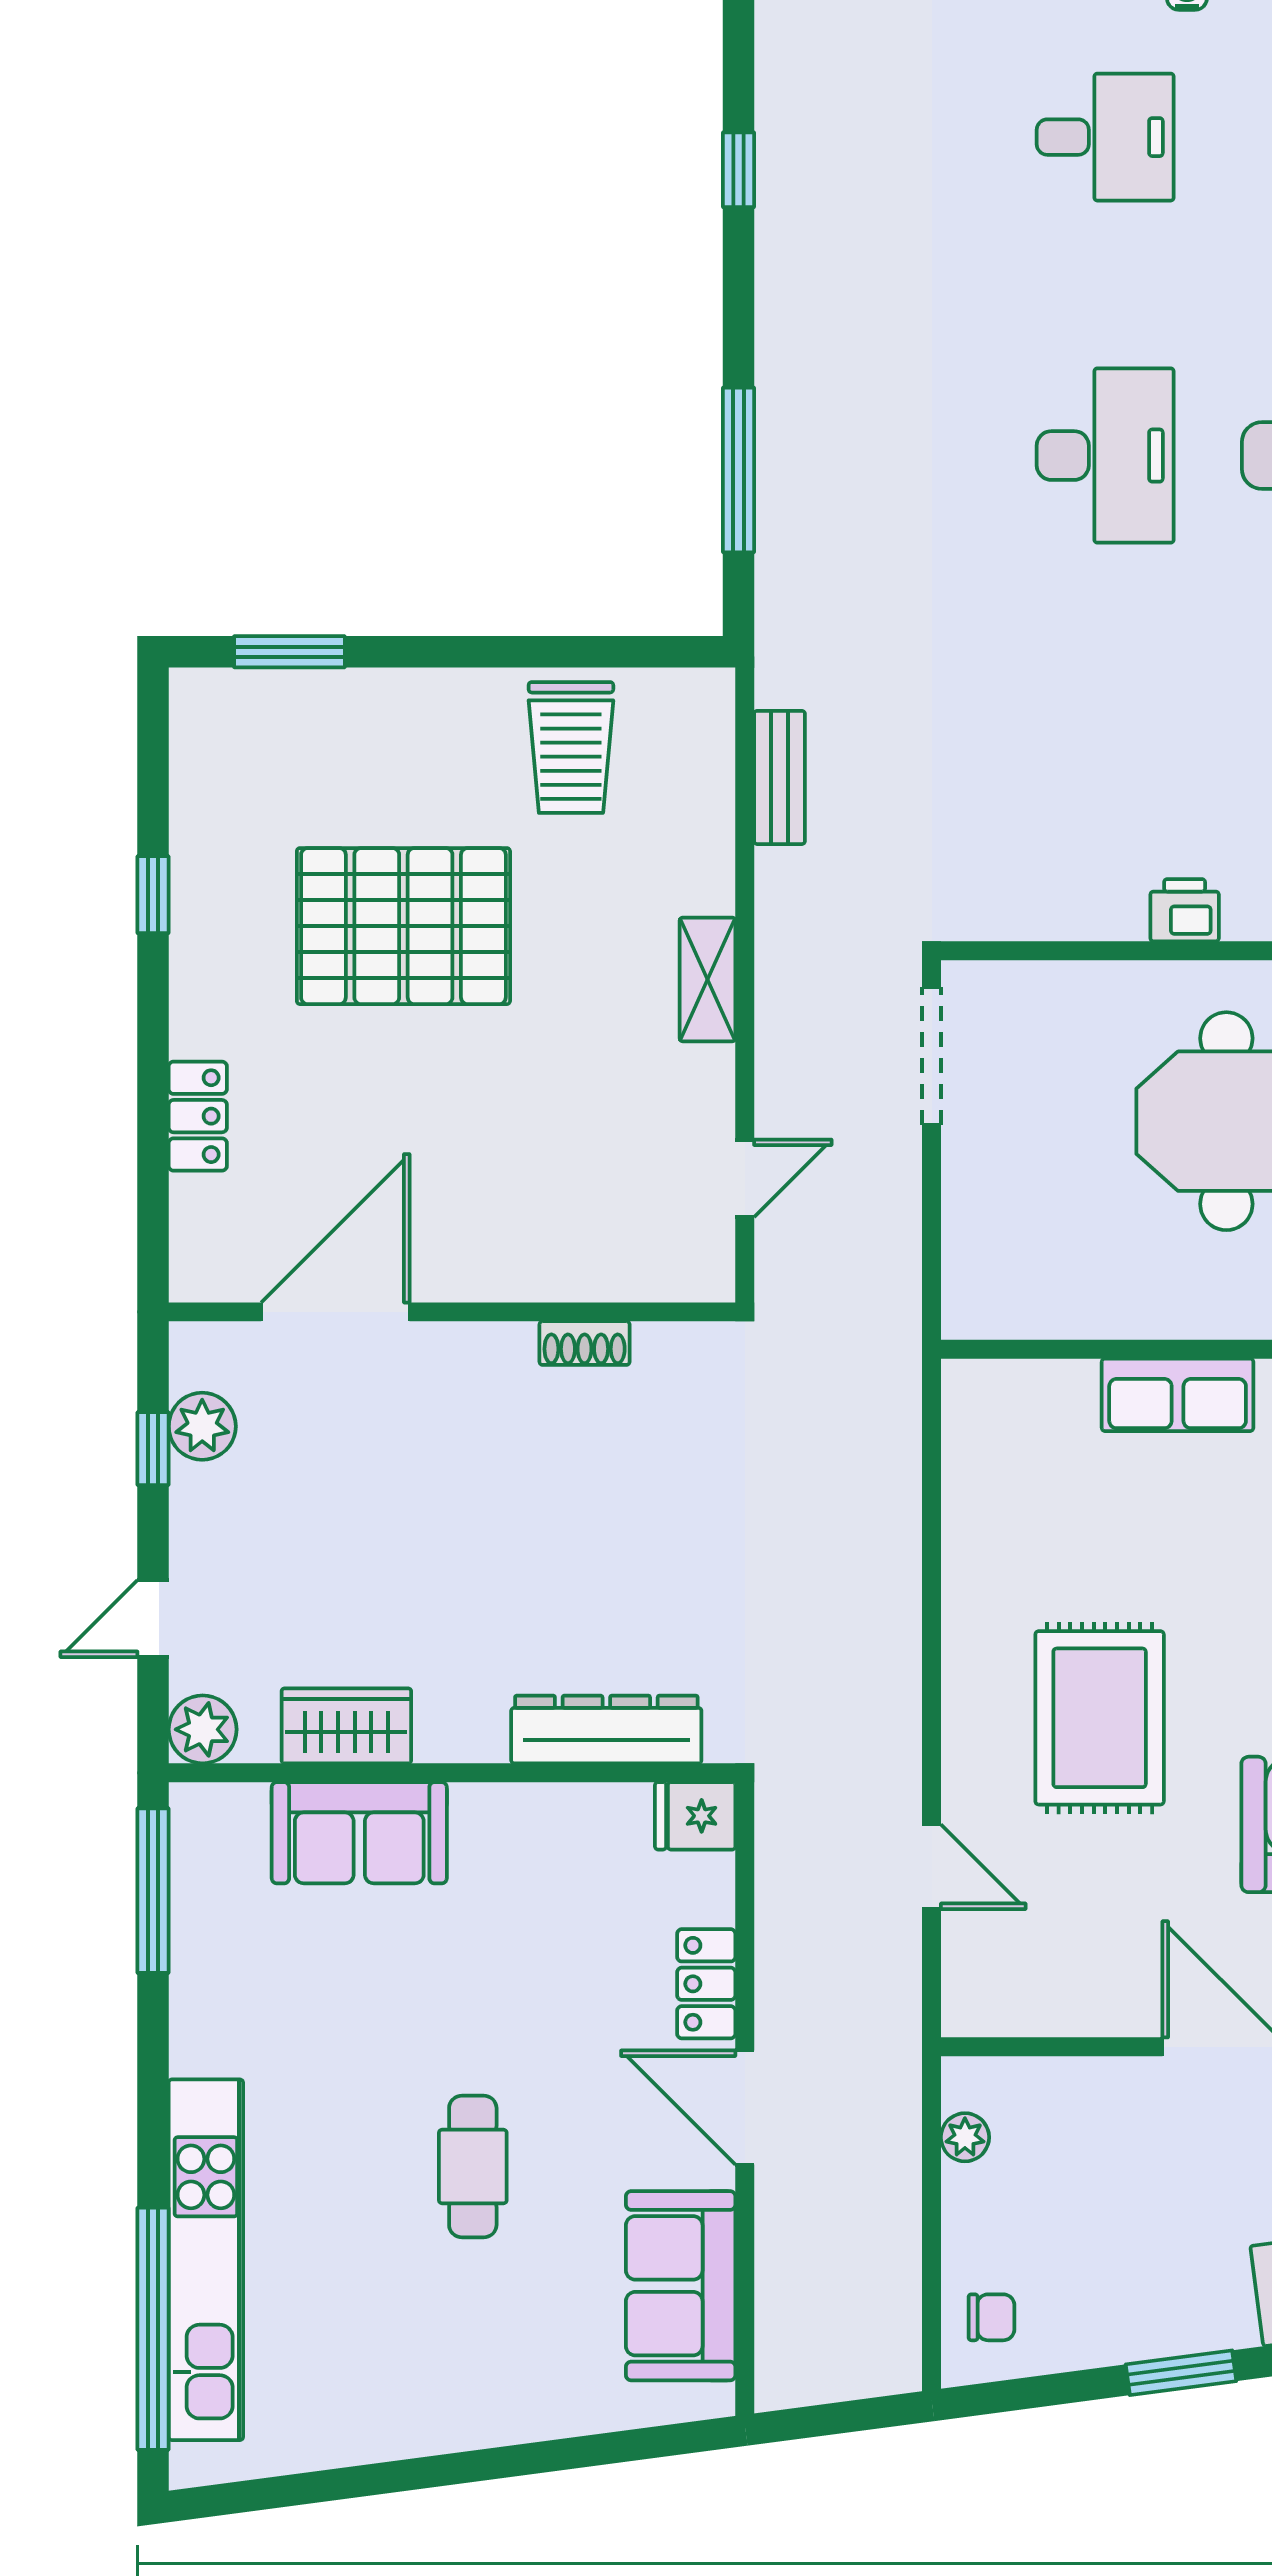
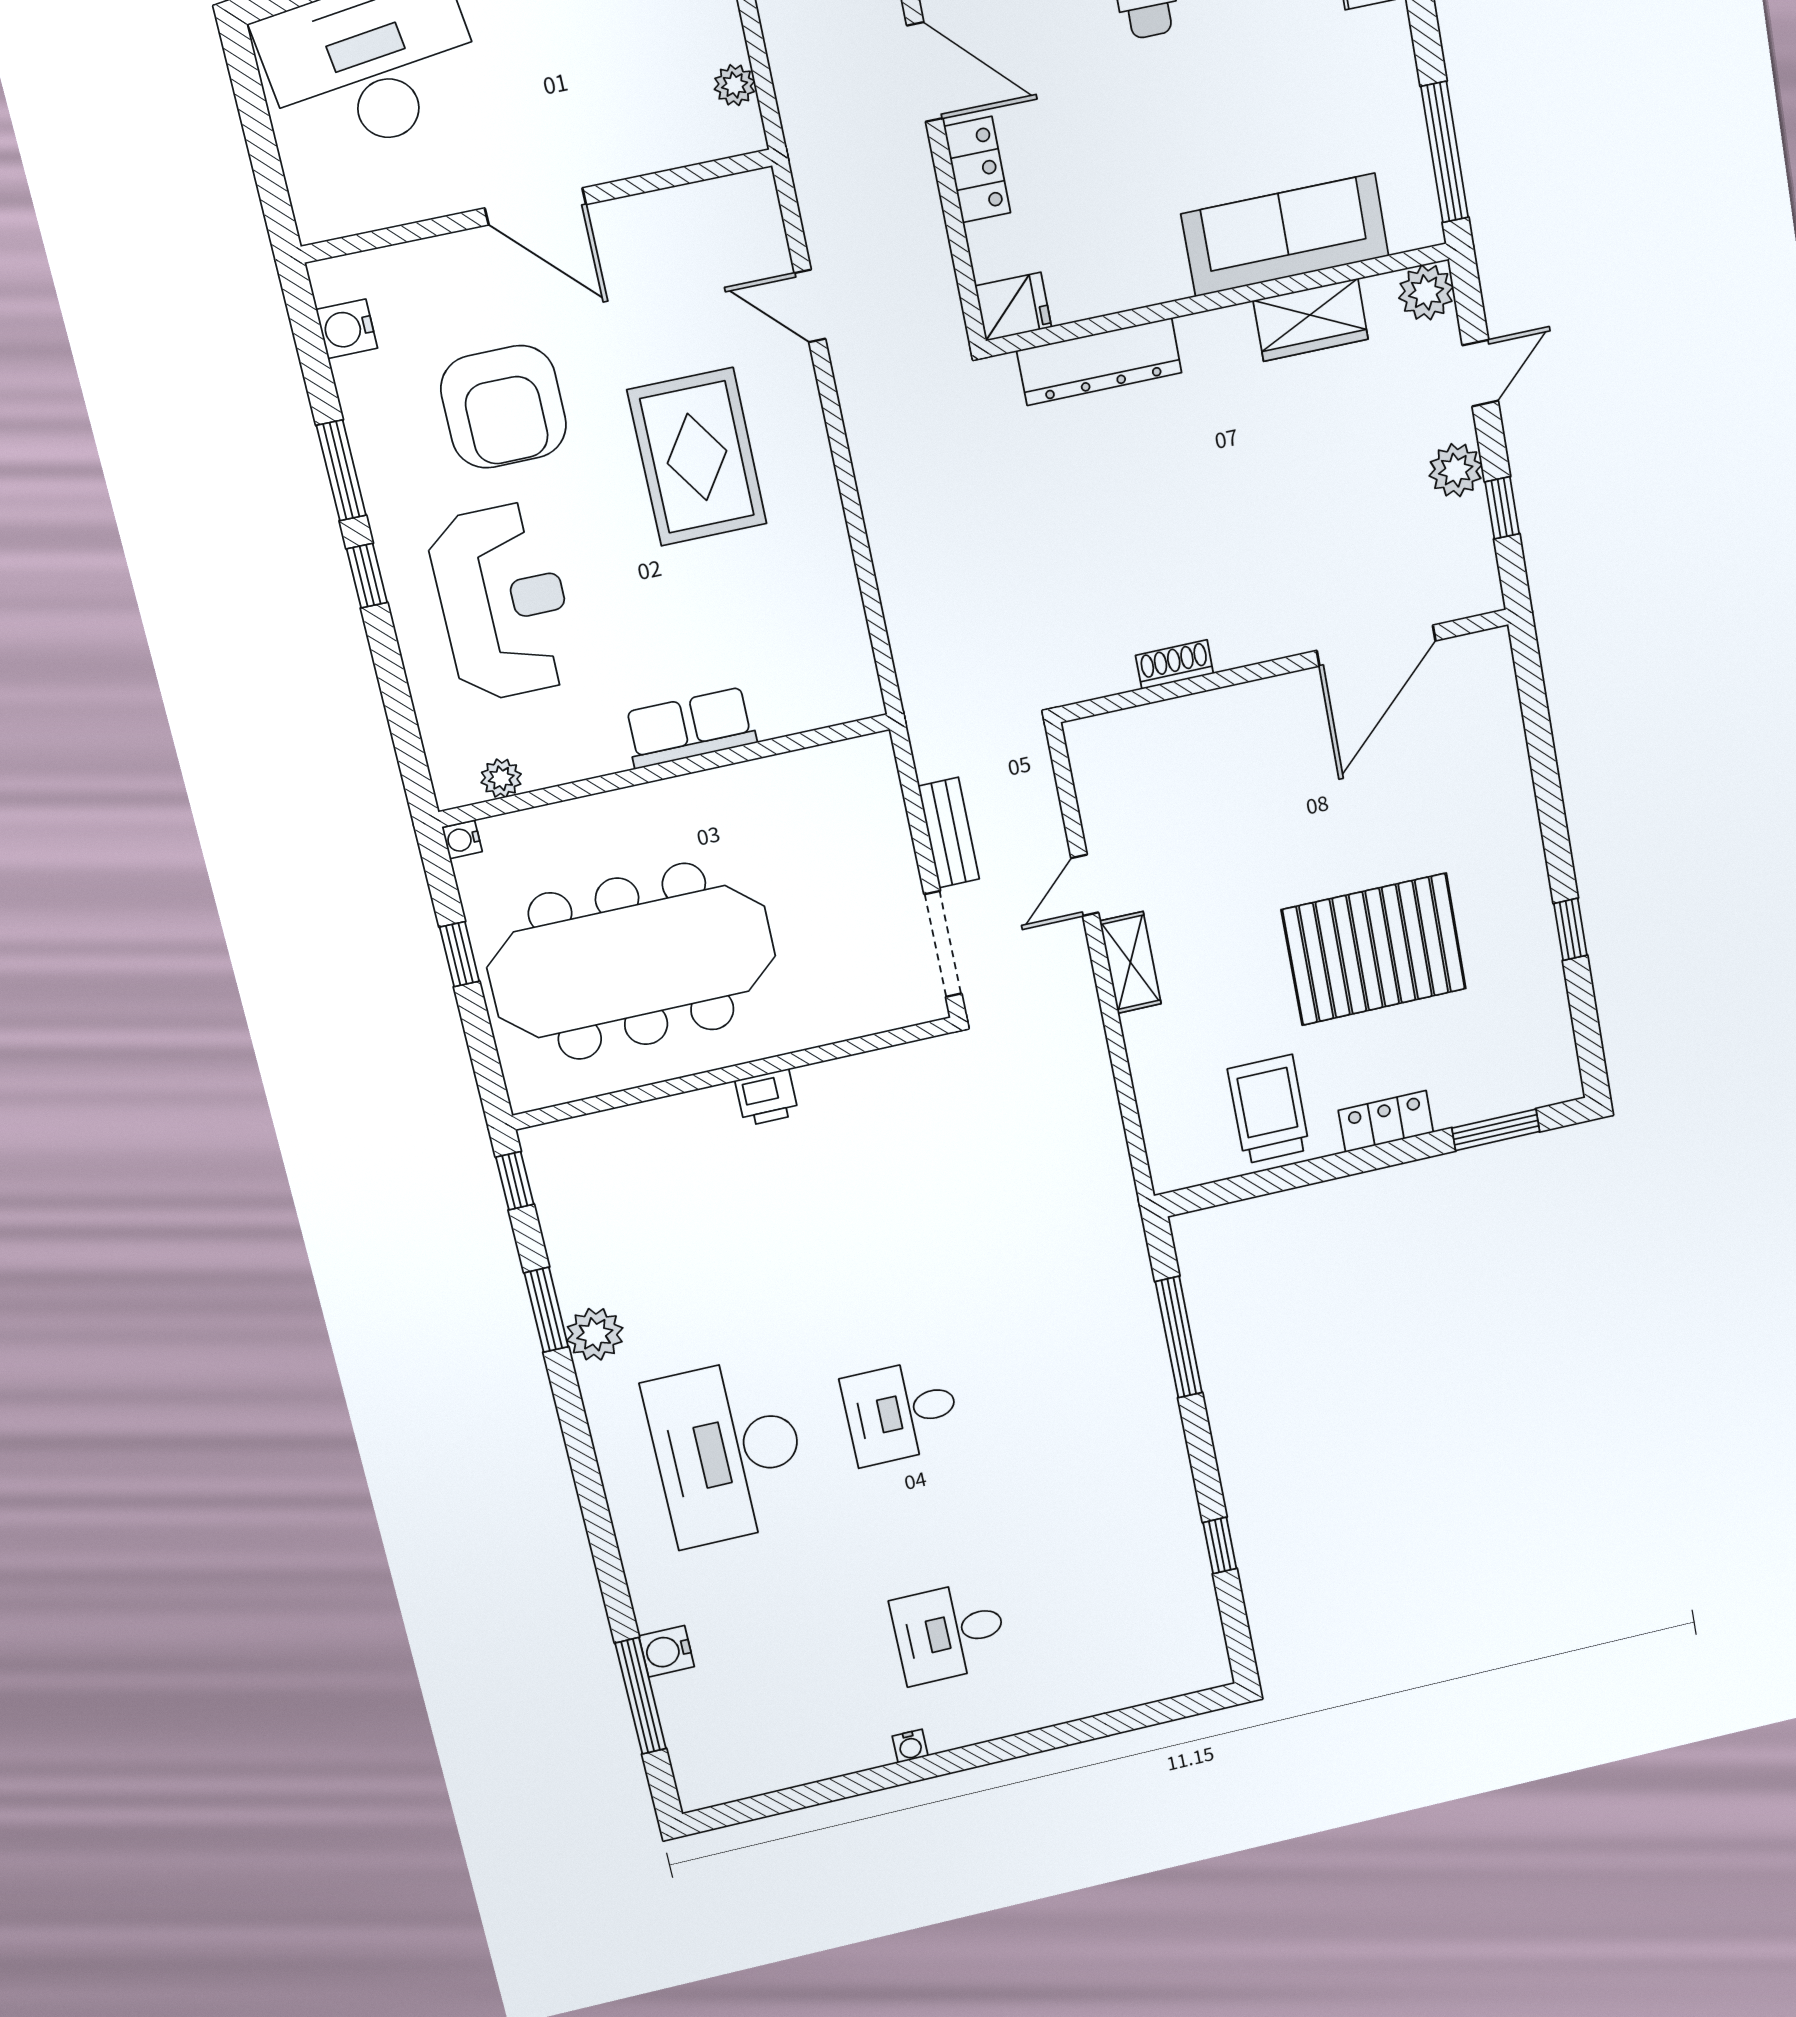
desk: (1105, 456) -> (901, 1412), width x0.73
bench: (780, 777) -> (949, 833), moved
locker: (198, 1116) -> (1386, 1121), moved, turned 90
door: (745, 1178) -> (1085, 885), moved
plant: (202, 1426) -> (1456, 470), moved
sofa: (359, 1833) -> (1285, 235), width x1.36

